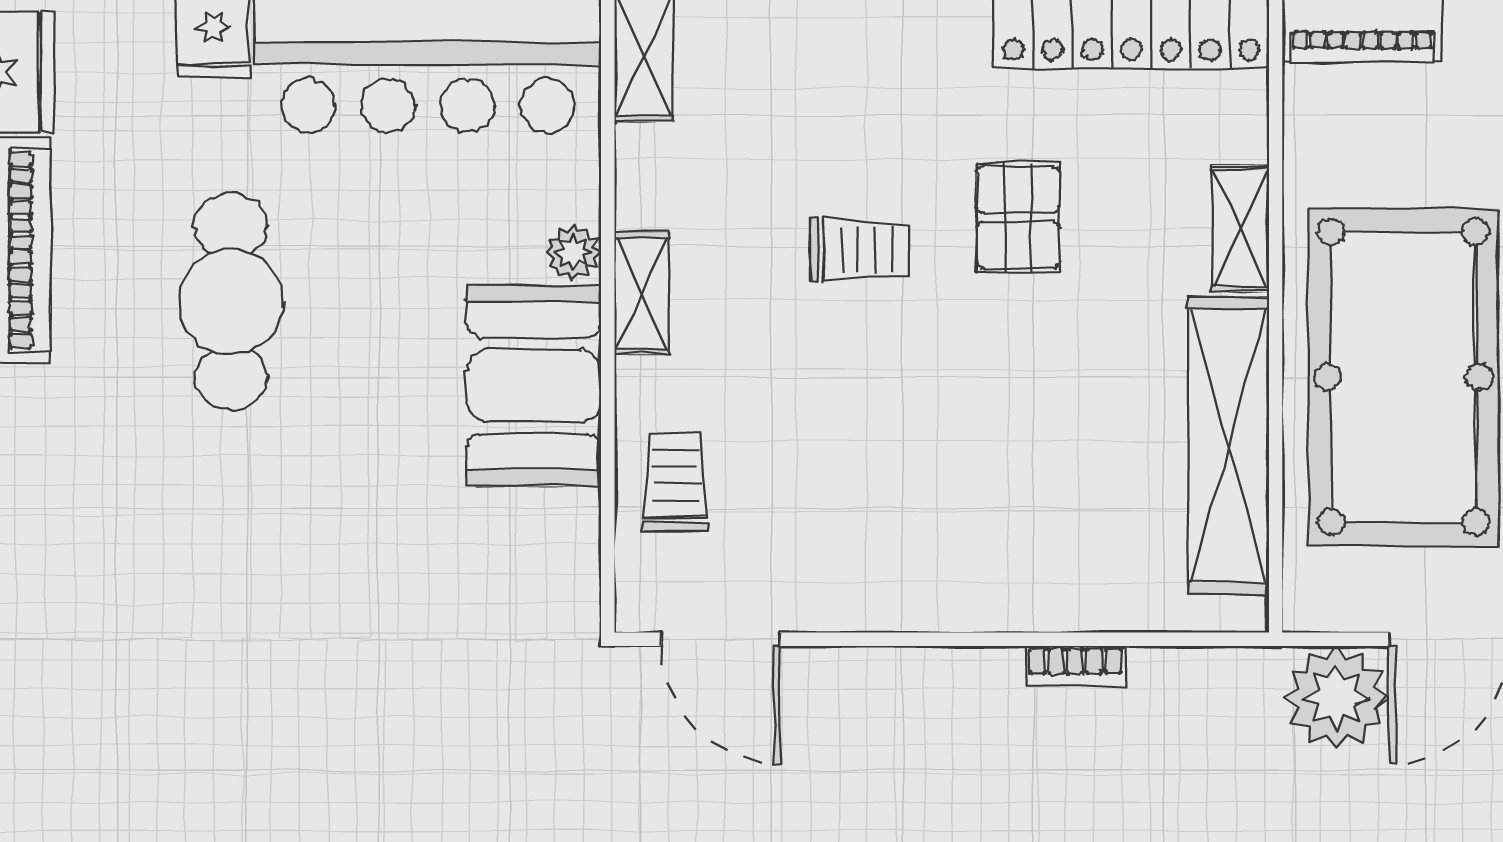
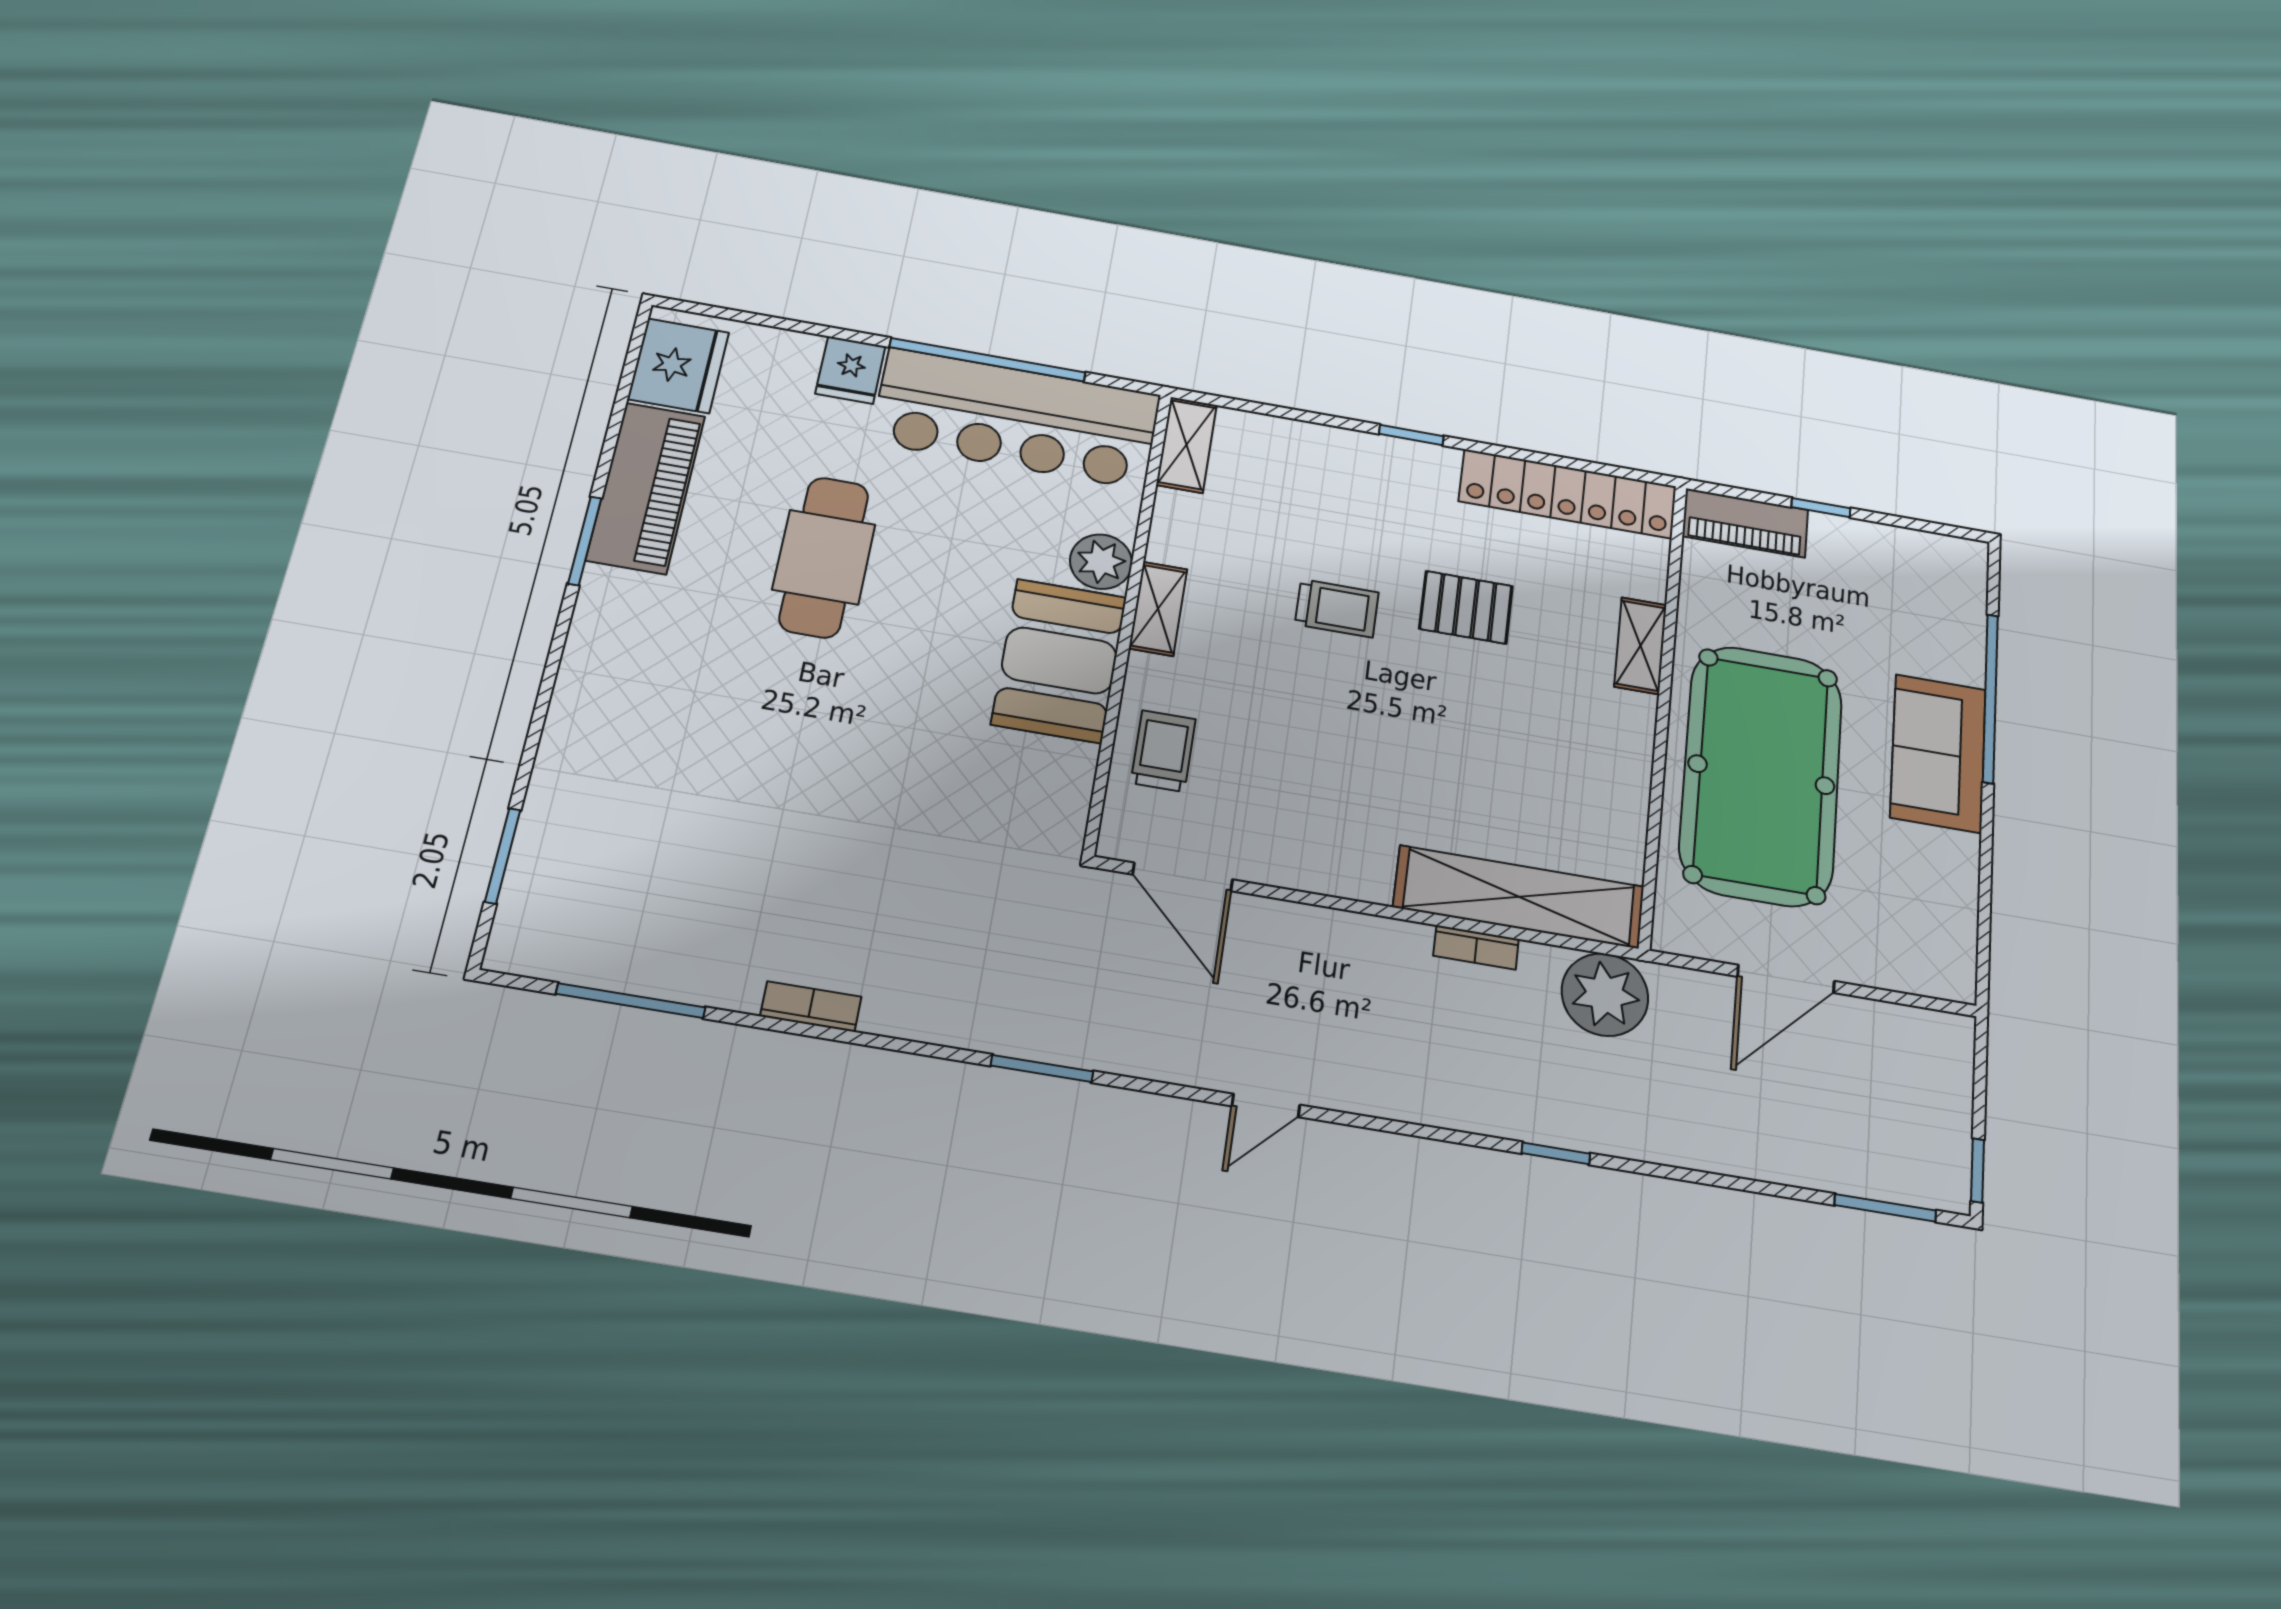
pallet: (1018, 217) -> (1466, 607), turned 90
plant: (573, 253) -> (1101, 562), width x1.38, depth x1.38
shelving: (1228, 446) -> (1519, 897), moved, turned 90
plant: (1336, 698) -> (1605, 995), moved

